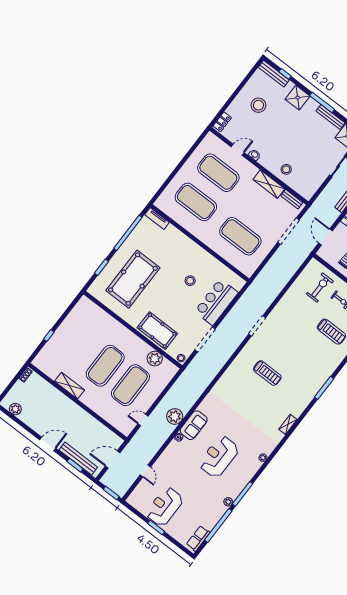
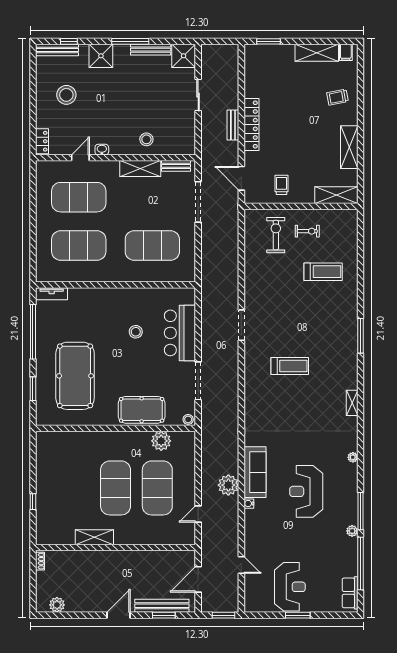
sofa: (194, 425) -> (255, 472), width x1.36
reception desk: (165, 507) -> (290, 587), turned 180

